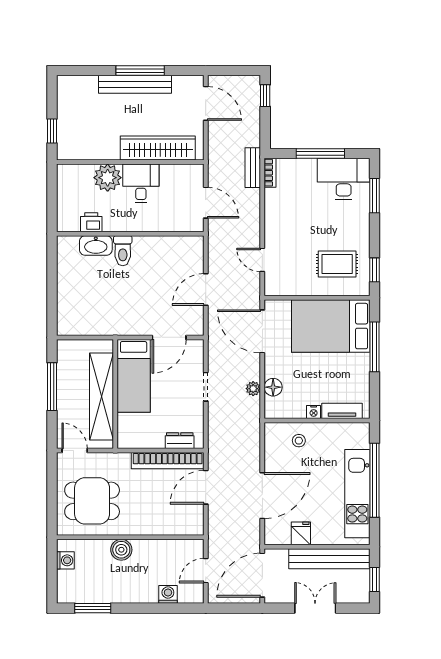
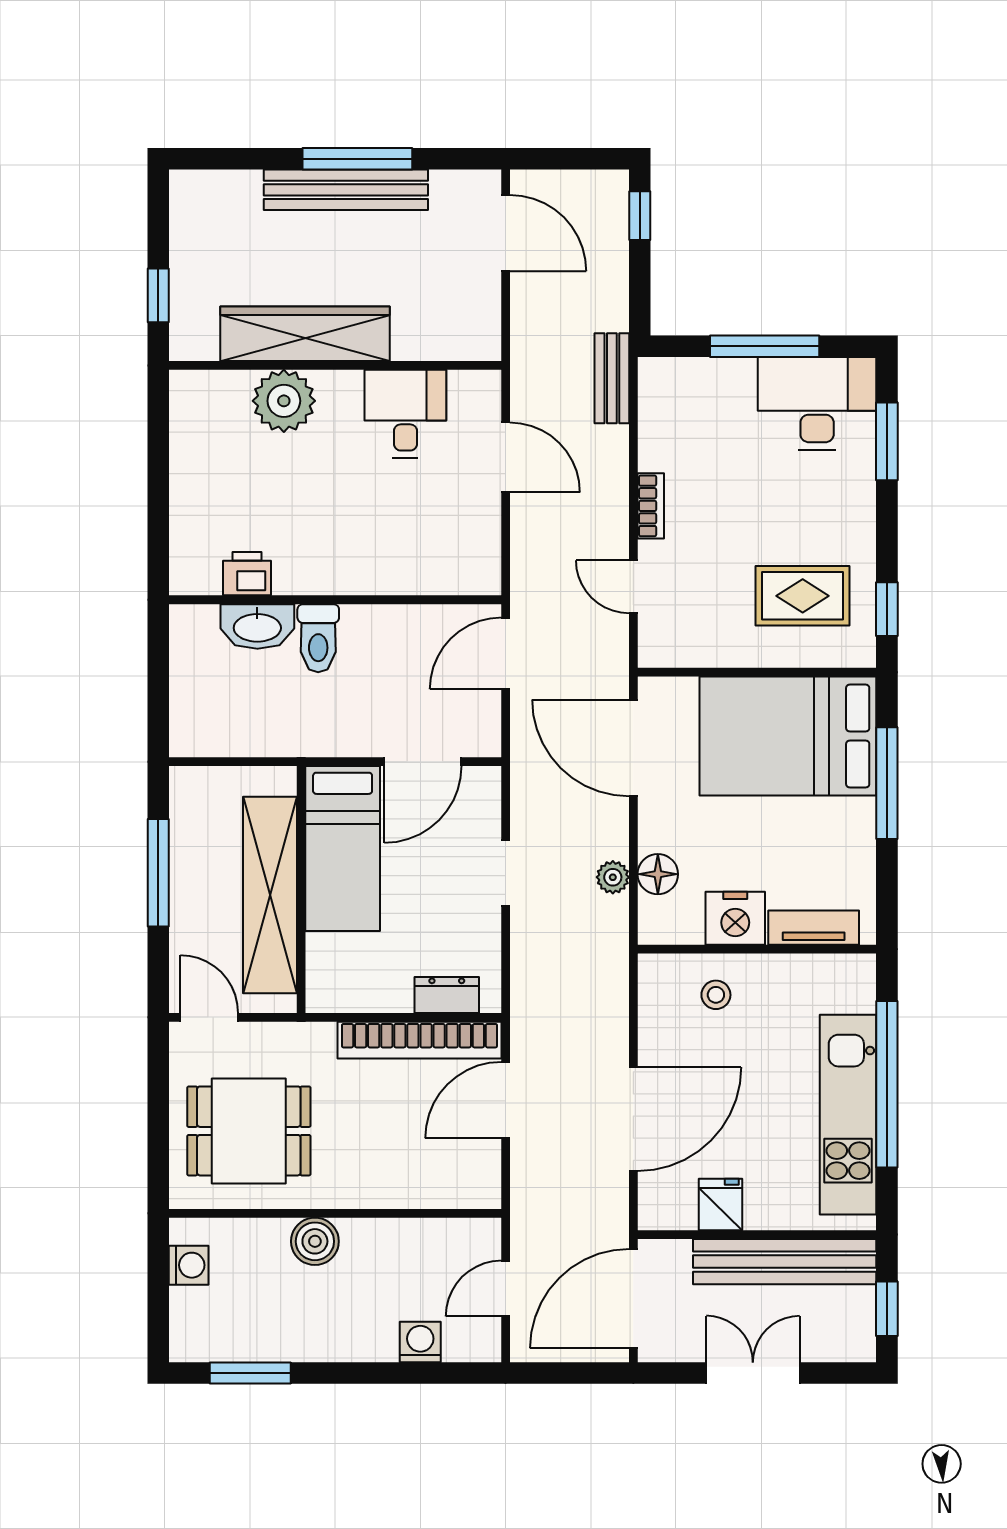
wardrobe: (158, 148) -> (305, 334), moved
bookcase: (270, 173) -> (651, 506), moved
desk: (141, 183) -> (405, 414), moved
printer: (91, 222) -> (247, 574), moved
wall: (130, 234) -> (335, 600), moved
washbasin: (96, 245) -> (257, 626), moved
toilet: (123, 251) -> (318, 638), moved
nightstand: (314, 412) -> (735, 918), width x1.89, depth x1.79

